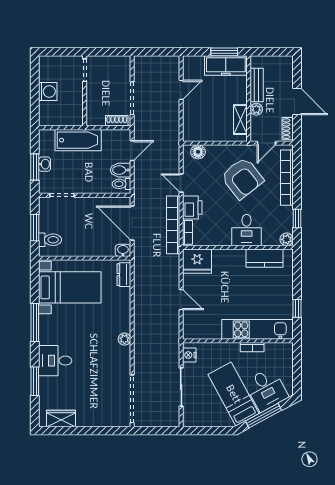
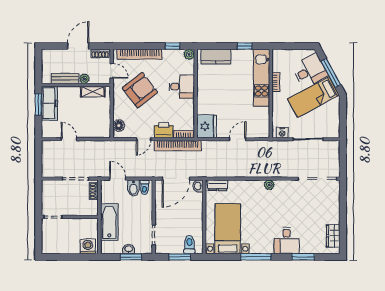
washing machine: (48, 91) -> (88, 246), moved
kitchen counter: (264, 258) -> (216, 57), moved, turned 90

